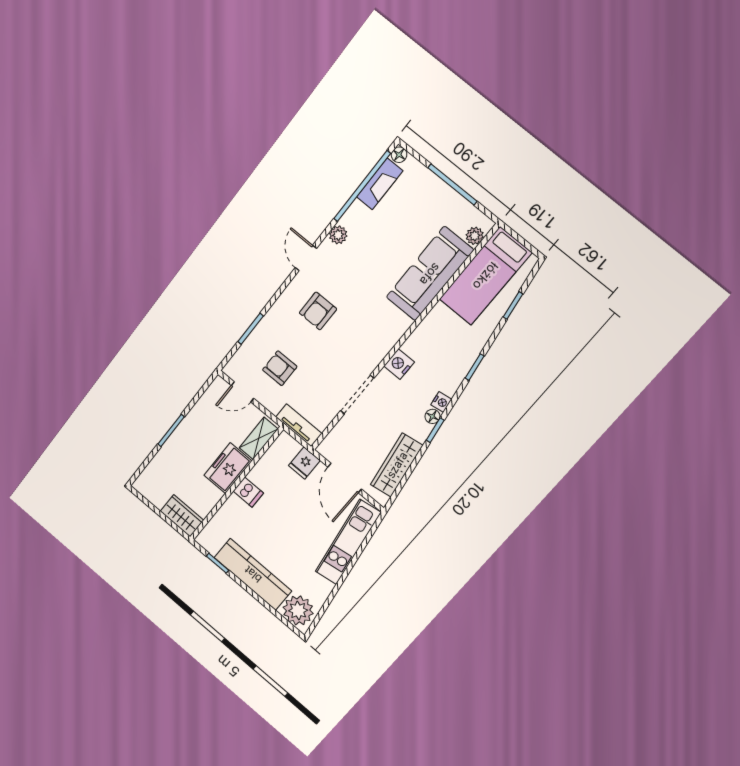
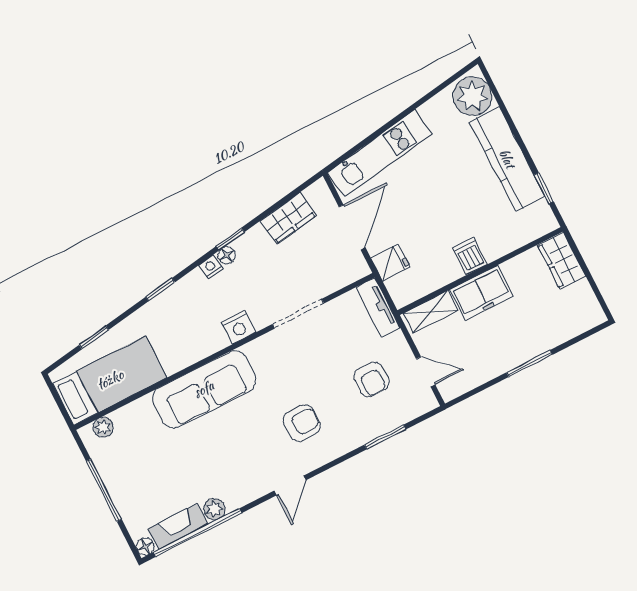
plant: (338, 235) -> (215, 509), moved
sofa: (430, 274) -> (204, 389), moved
wardrobe: (397, 465) -> (288, 218), width x0.67

